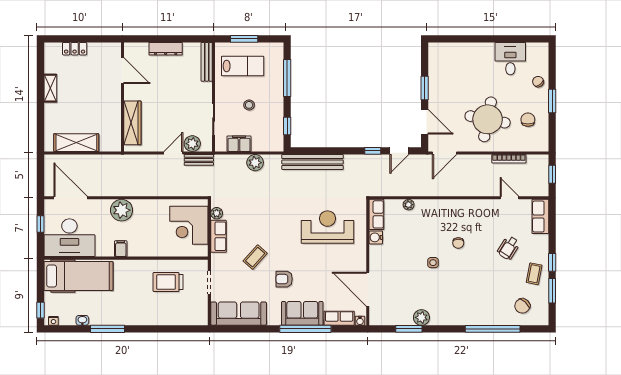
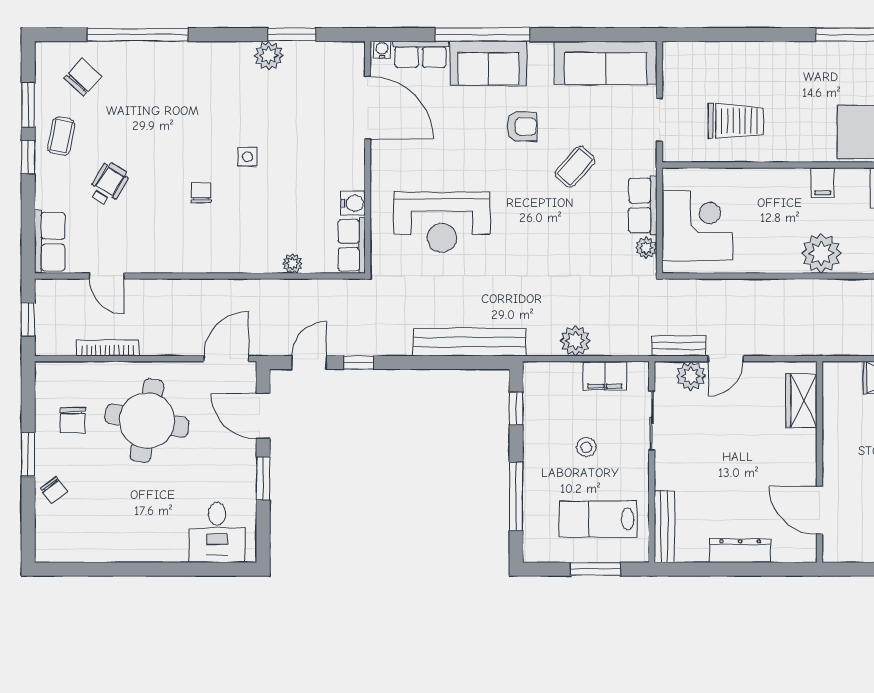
desk: (510, 59) -> (217, 533), moved
wardrobe: (132, 123) -> (801, 401), width x0.67

